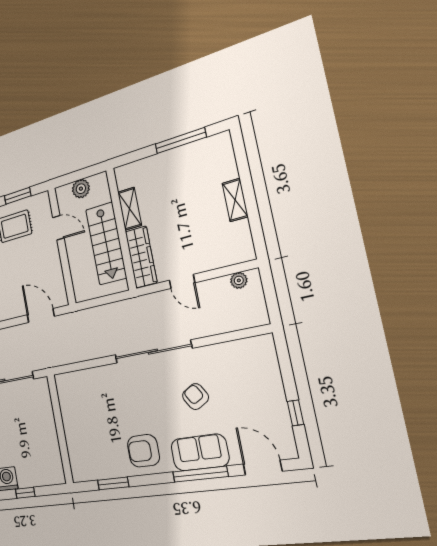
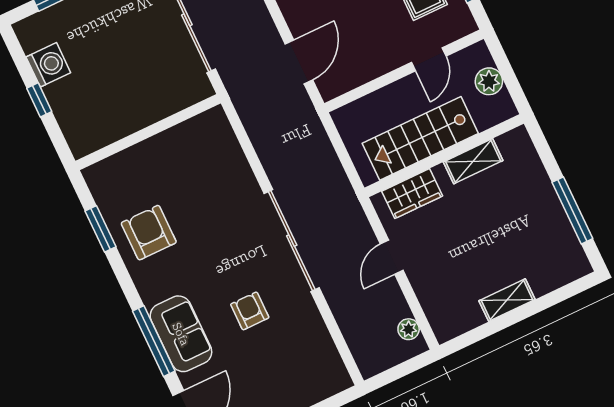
wardrobe: (141, 257) -> (412, 194), width x0.67
armchair: (195, 397) -> (250, 311), turned -59
armchair: (143, 451) -> (149, 233), moved

